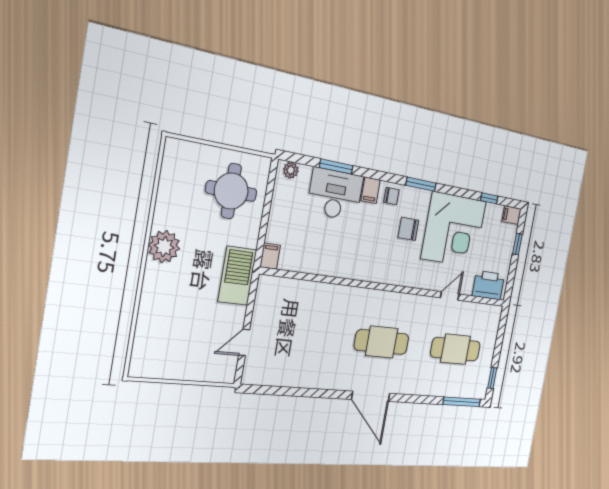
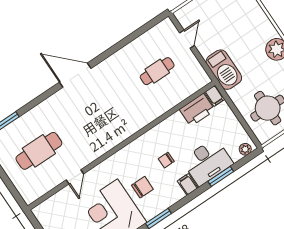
chair: (391, 196) -> (166, 160), moved
printer: (488, 285) -> (197, 110), moved
cafe table: (382, 342) -> (157, 71), moved, width x0.73, depth x0.74

